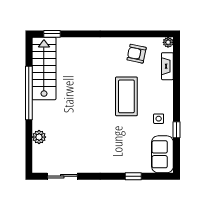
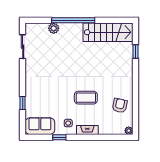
window: (52, 34) -> (135, 52), moved
fireplace: (167, 66) -> (87, 130), moved
window: (29, 93) -> (73, 20), moved
coffee table: (126, 96) -> (86, 98), width x0.73, depth x0.76

